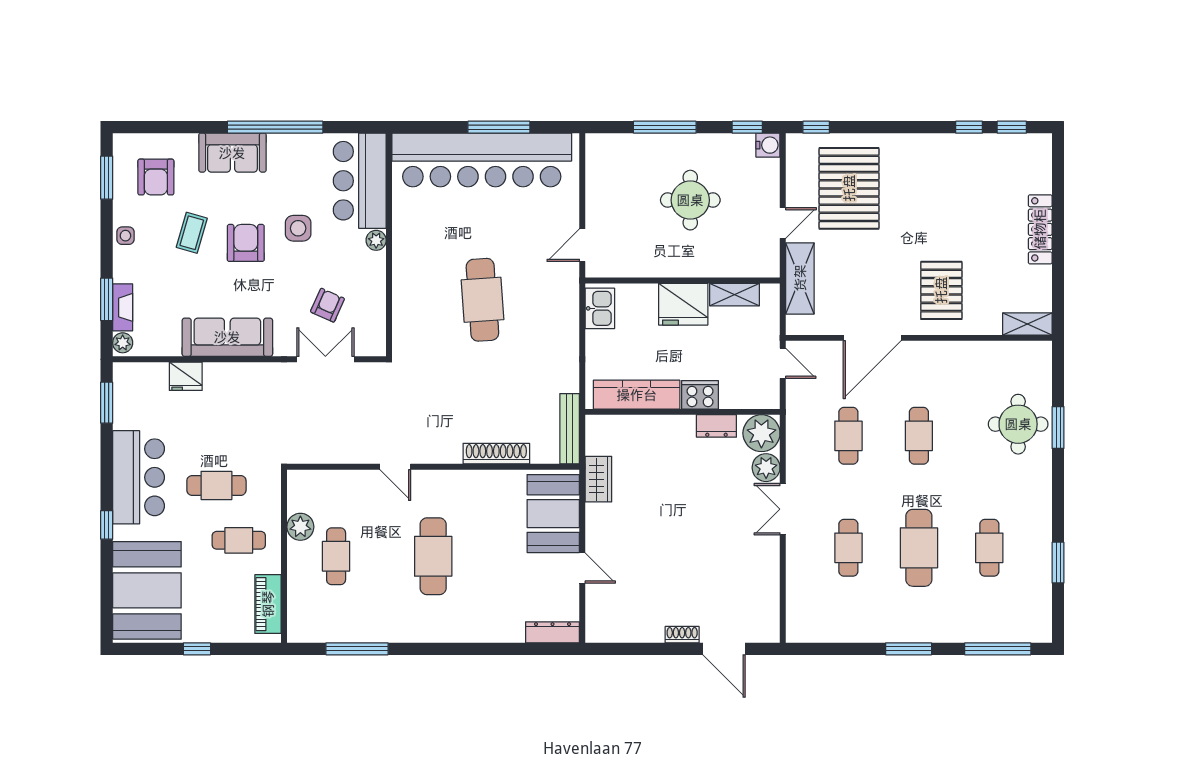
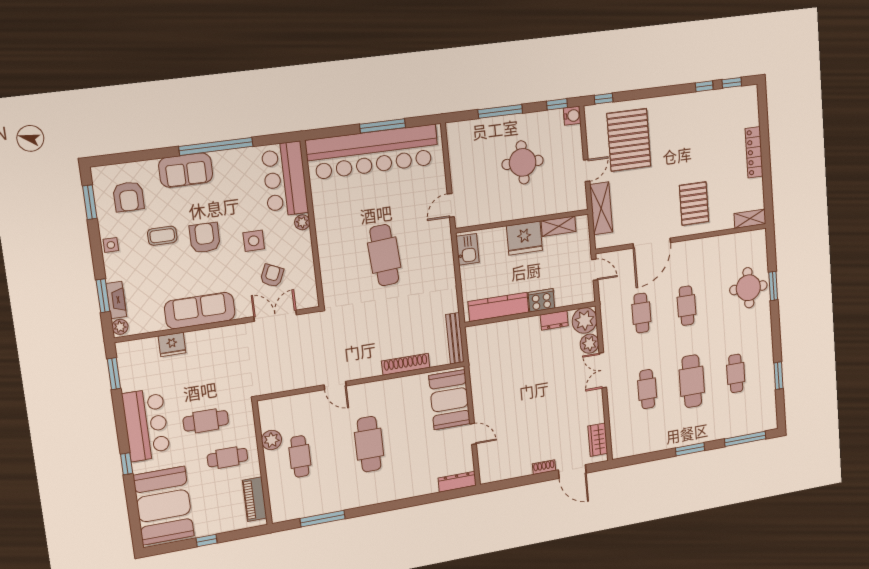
side table: (298, 228) -> (254, 241), moved
coffee table: (192, 233) -> (162, 236), turned 74
wardrobe: (598, 479) -> (598, 440), moved, turned 180

